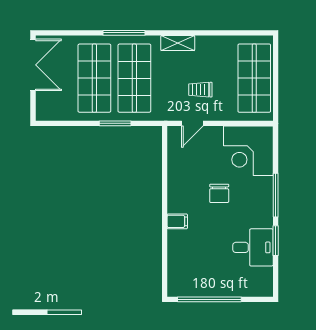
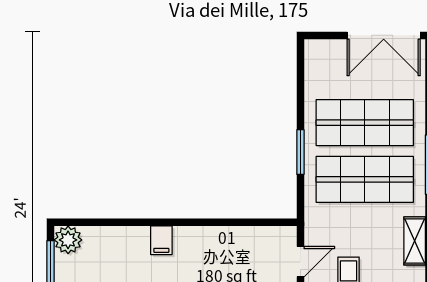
door: (192, 123) -> (300, 262), swing flipped
plant: (177, 287) -> (68, 240), added

